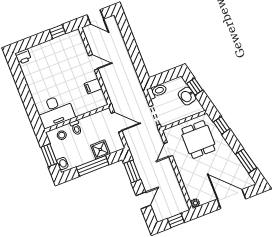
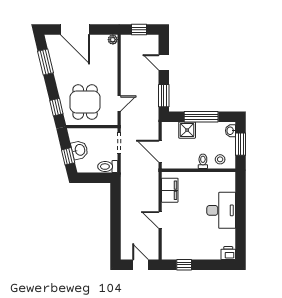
filing cabinet: (93, 86) -> (170, 190), width x2.00
desk: (55, 111) -> (221, 210), moved, turned 90
door: (143, 200) -> (164, 62), hinge flipped

